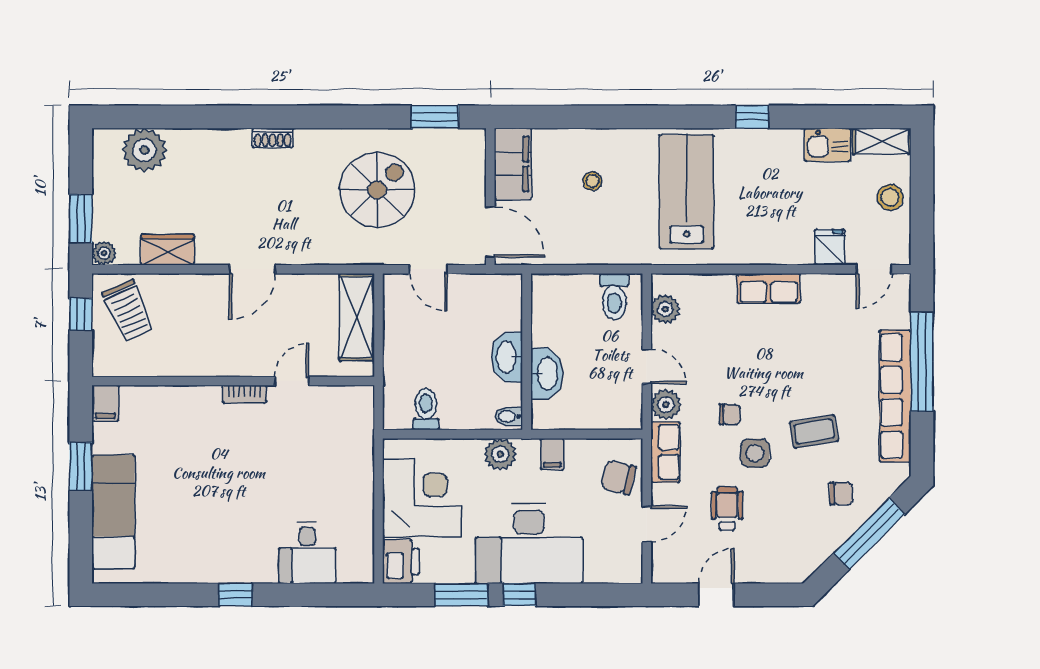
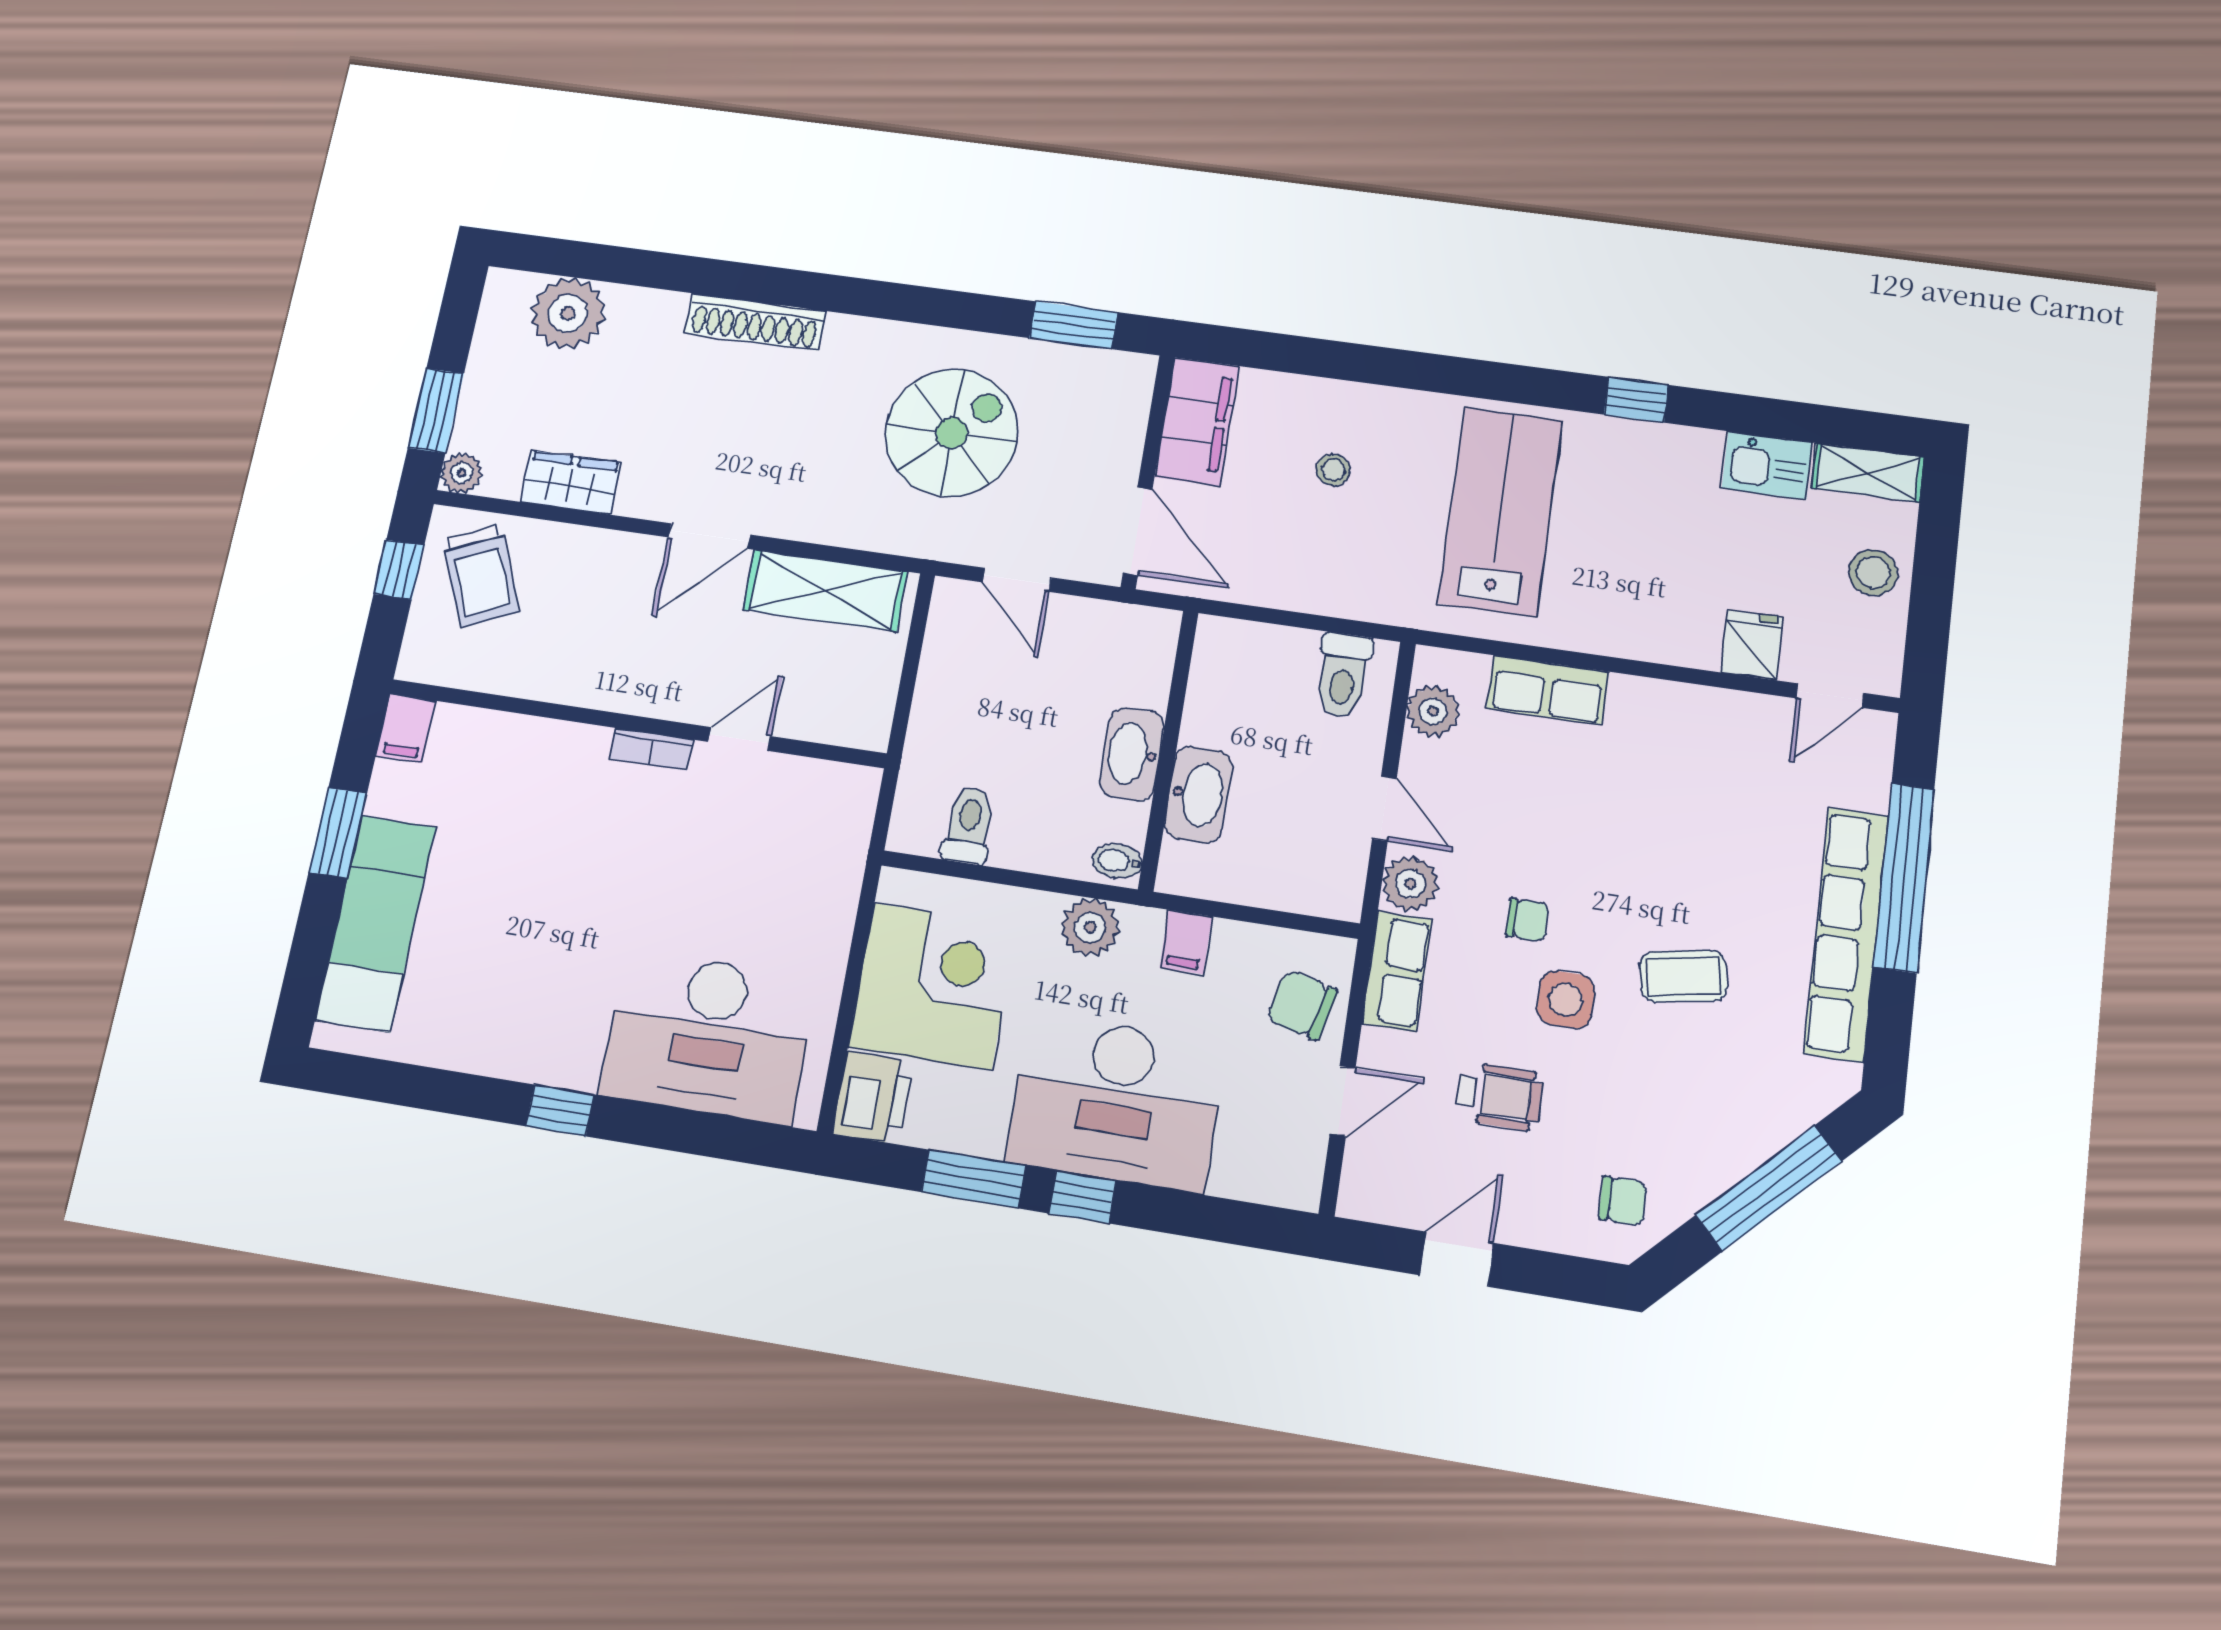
shoe rack: (273, 138) -> (755, 322), width x1.94, depth x1.24
row of seats: (769, 288) -> (1548, 690), moved
shelving: (357, 317) -> (825, 591), moved, turned 90
chair: (841, 493) -> (1623, 1201), moved
wheelchair: (727, 509) -> (1499, 1096), turned 90
desk: (307, 553) -> (709, 1037), width x1.87, depth x1.30

